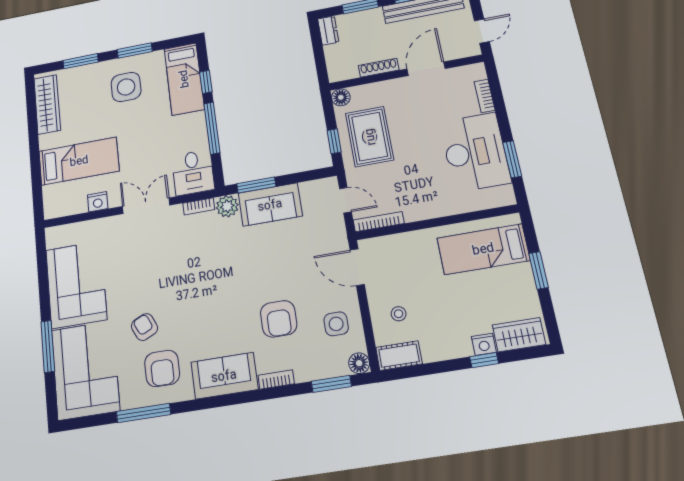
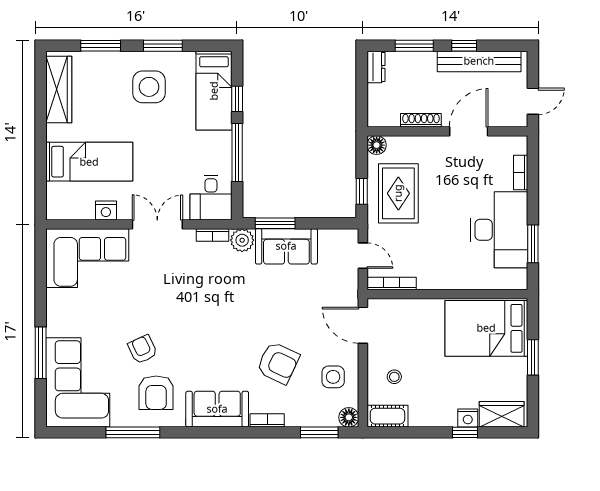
bed: (483, 249) -> (486, 328), width x1.50
corner sofa: (76, 285) -> (87, 258), moved, turned 90
armchair: (279, 319) -> (278, 363), turned -65

